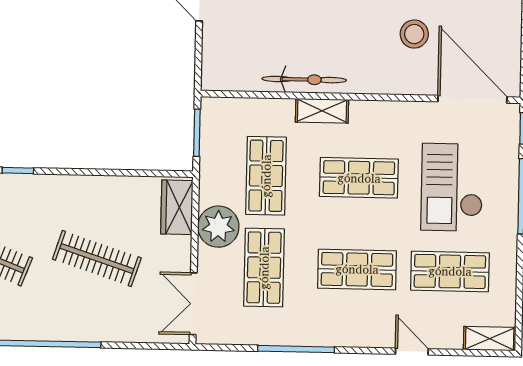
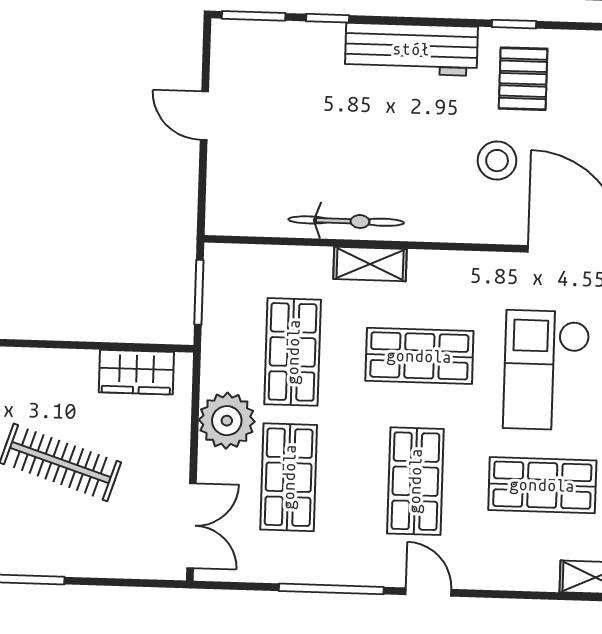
wardrobe: (177, 207) -> (136, 372), moved, turned -90
shop shelf: (357, 269) -> (415, 481), turned 90
double door: (193, 304) -> (192, 526), swing flipped
door: (412, 351) -> (429, 592), moved

